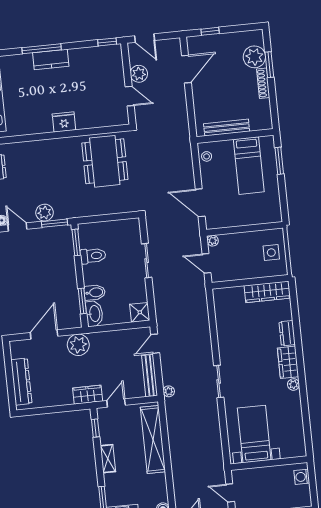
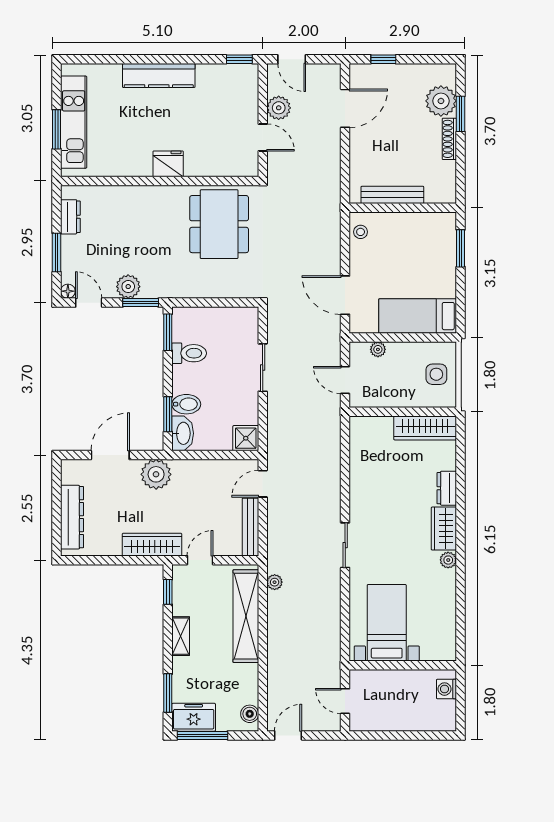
window: (42, 49) -> (148, 59), removed
kitchen counter: (51, 59) -> (159, 76), width x1.50
bed: (249, 166) -> (418, 316), moved, turned 90
plant: (213, 241) -> (378, 349), moved
plant: (169, 391) -> (275, 582), moved
wardrobe: (88, 395) -> (152, 545), width x1.50

